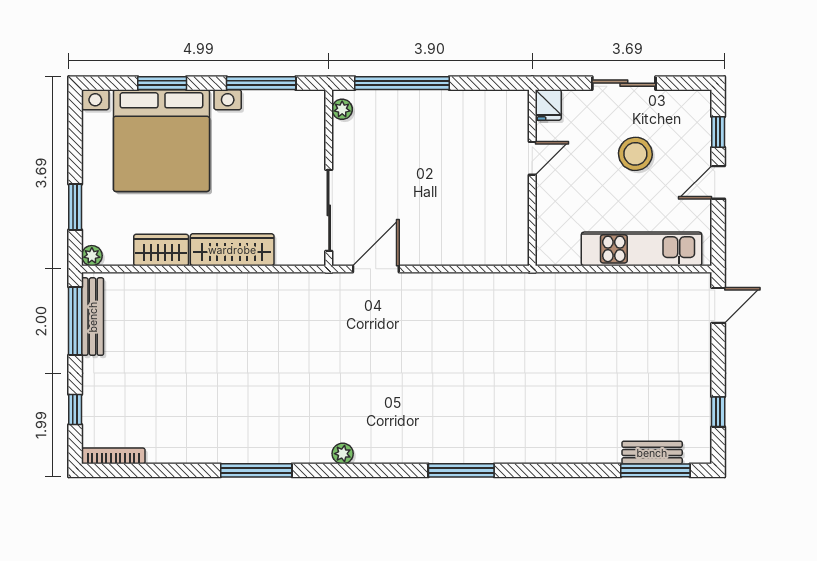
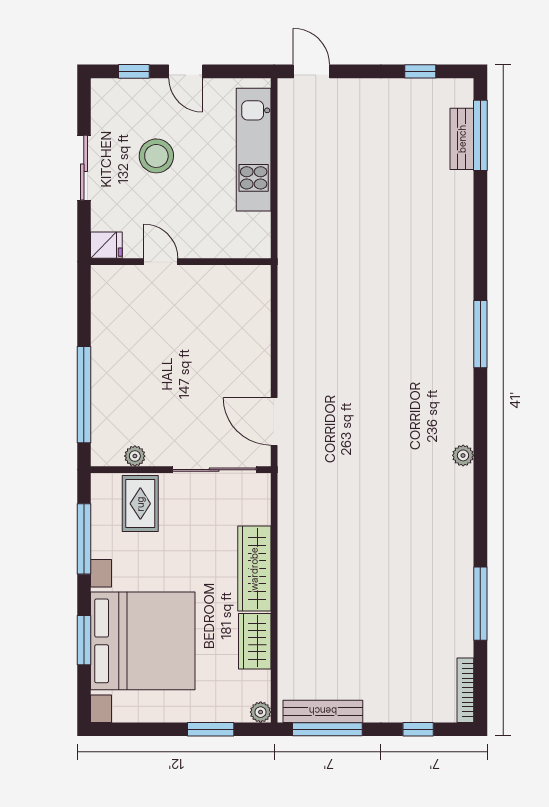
plant: (342, 109) -> (135, 456), moved
rug: (296, 138) -> (140, 504), added
window: (256, 470) -> (480, 604), moved

